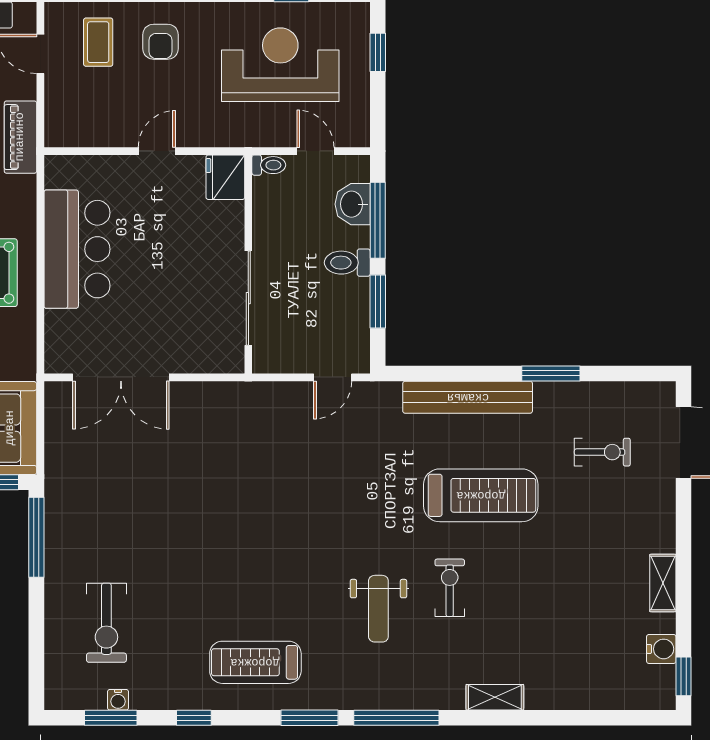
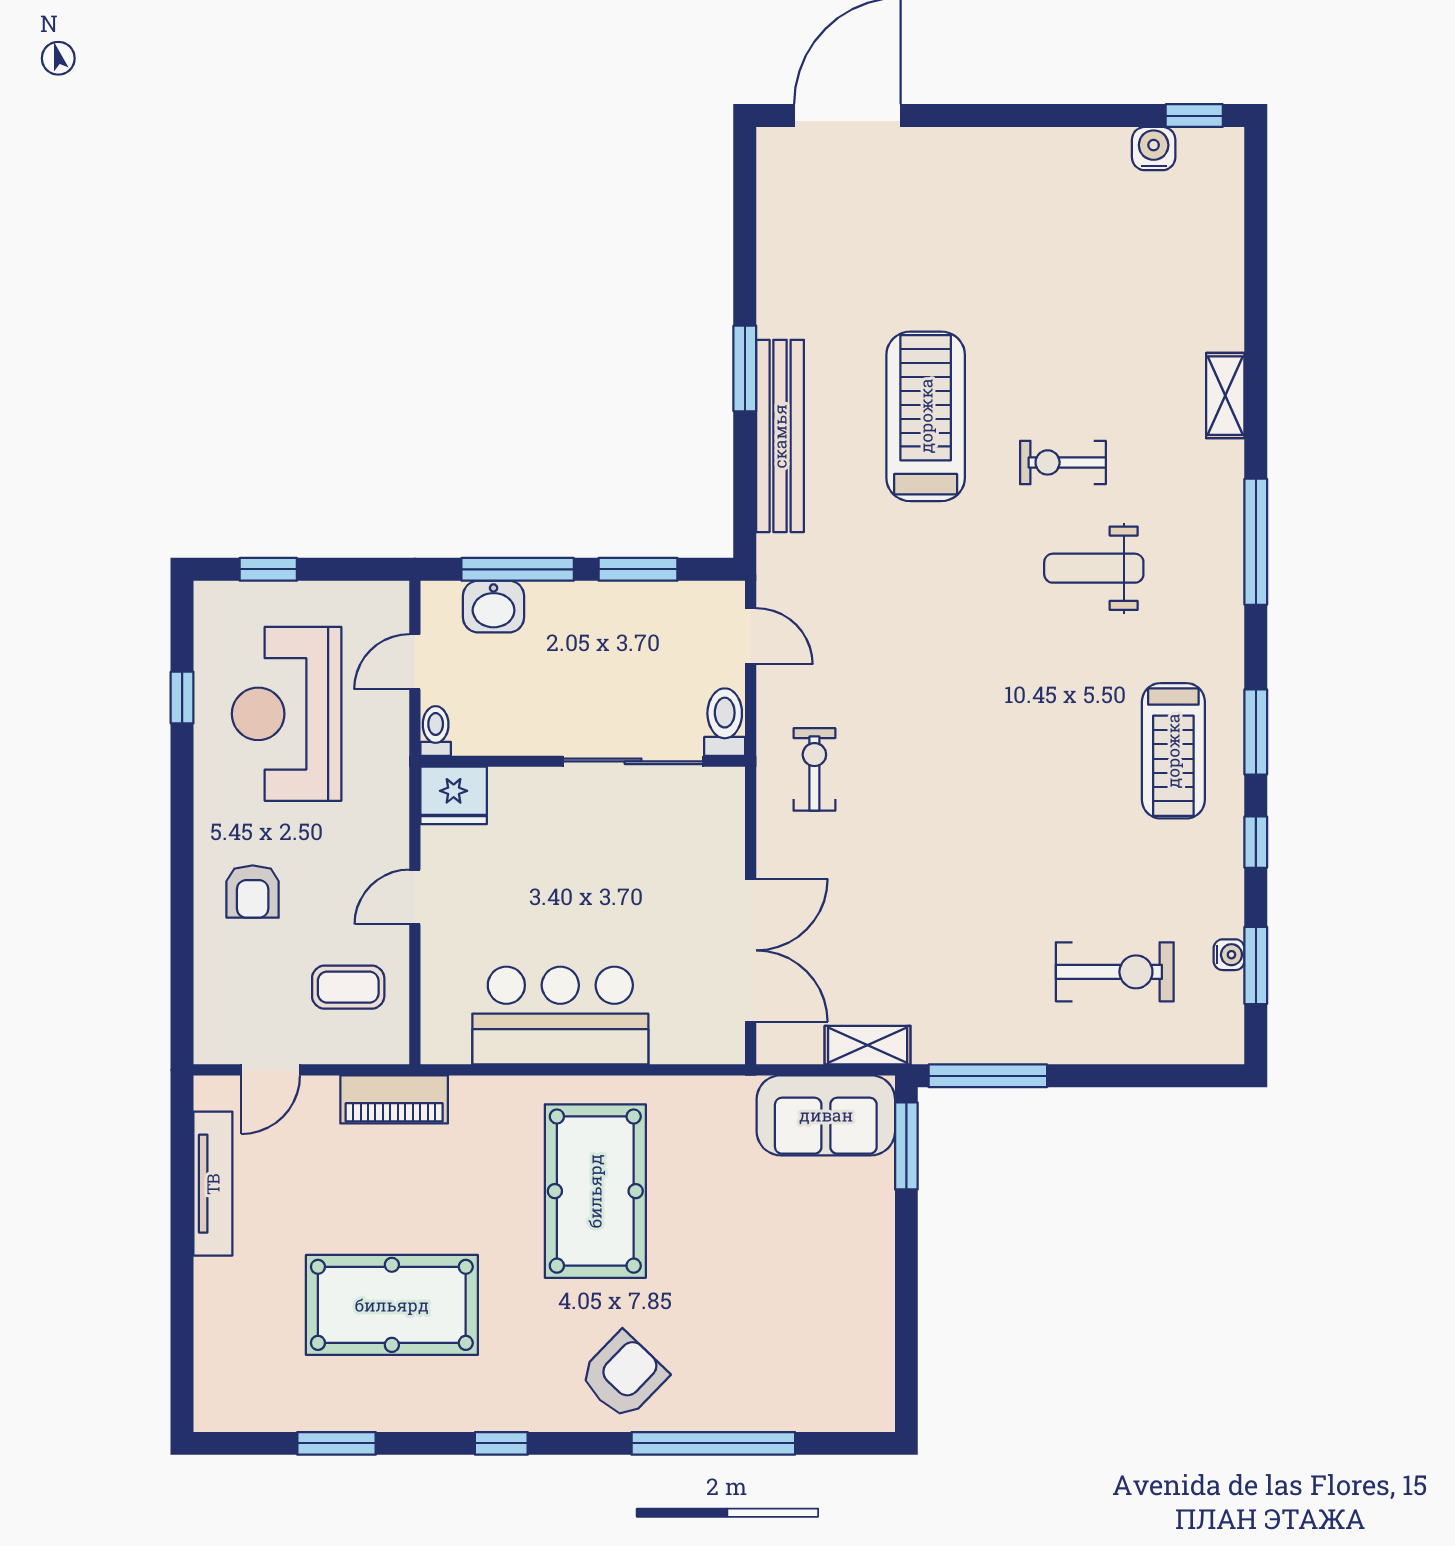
coffee table: (98, 42) -> (348, 987), moved
armchair: (161, 42) -> (253, 892), turned 90
door: (157, 151) -> (415, 897), hinge flipped
toilet: (347, 263) -> (725, 722), moved, turned 180
window: (551, 373) -> (745, 368), moved
exercise bike: (602, 452) -> (814, 769), moved
shelving: (663, 583) -> (868, 1045), moved
weight bench: (378, 609) -> (1094, 568), turned 180
window: (309, 718) -> (1256, 732), moved

